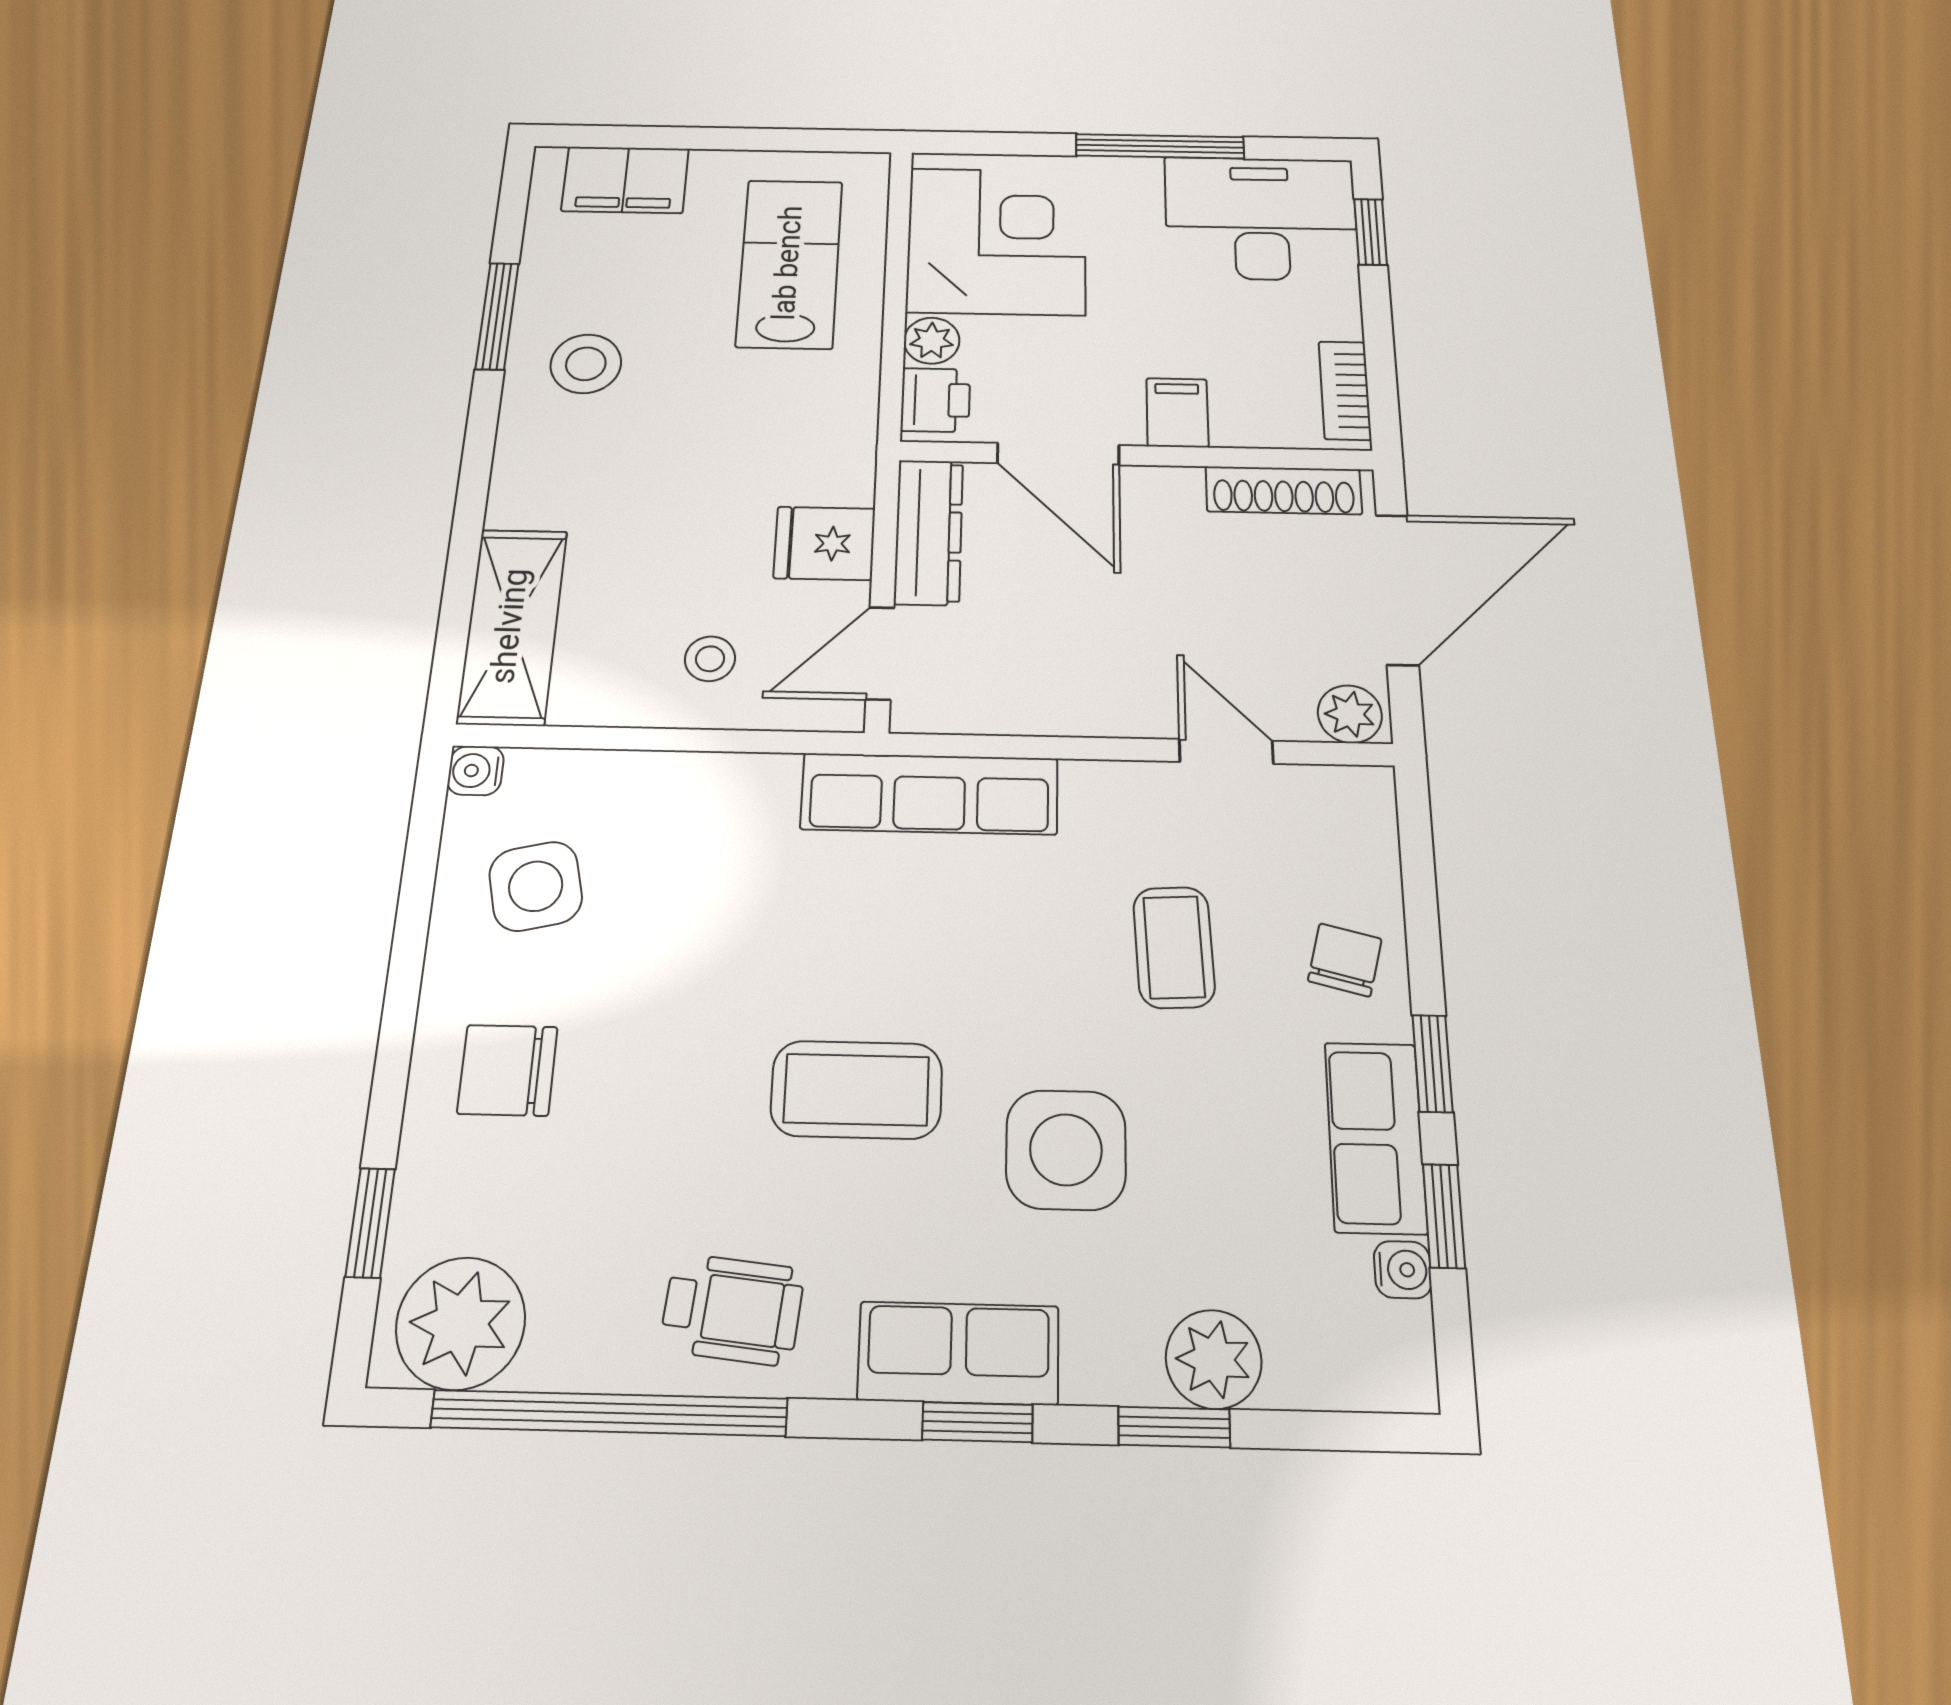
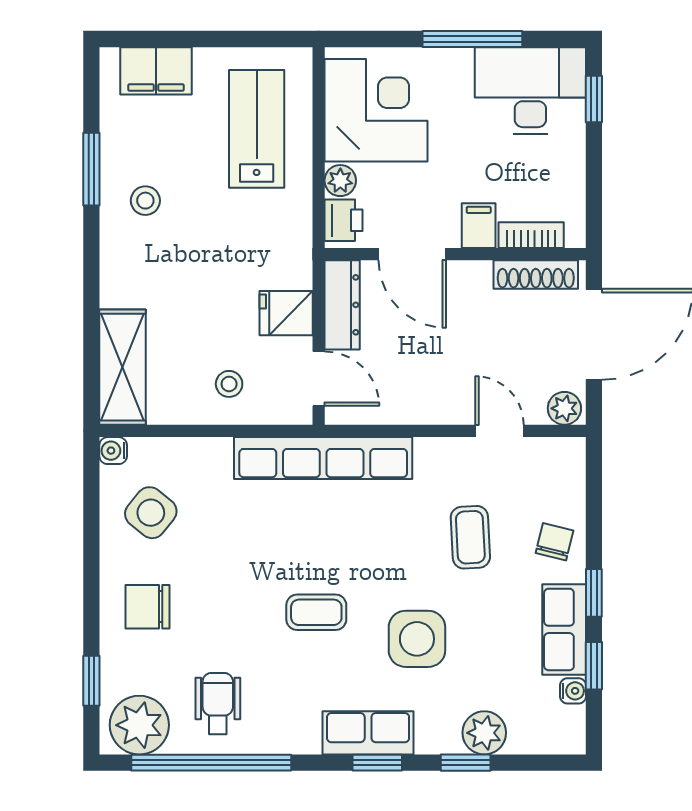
stool: (586, 364) -> (145, 201), width x0.73, depth x0.73
bookcase: (1345, 390) -> (531, 235), moved, turned 90
door: (880, 653) -> (319, 379), swing flipped
row of seats: (929, 794) -> (323, 458), width x1.36
side table: (536, 886) -> (151, 513), turned -38
coffee table: (857, 1090) -> (316, 612), width x0.73, depth x0.77
wheelchair: (732, 1309) -> (218, 703), moved, turned -96

